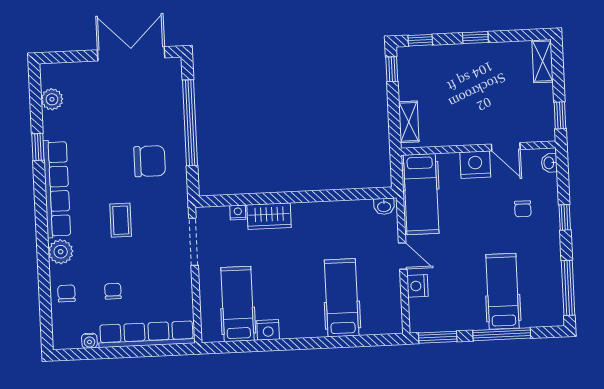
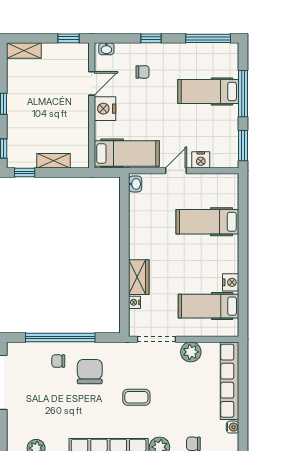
shelving: (409, 122) -> (54, 161), moved
plant: (180, 285) -> (191, 352), added
chair: (113, 291) -> (58, 361), moved

